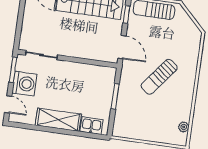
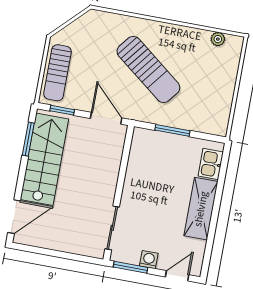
door: (122, 47) -> (106, 118), hinge flipped
sun lounger: (159, 77) -> (148, 69), width x1.36, depth x1.34
washing machine: (24, 84) -> (149, 260), width x0.53, depth x0.53

